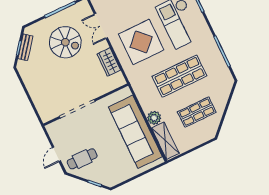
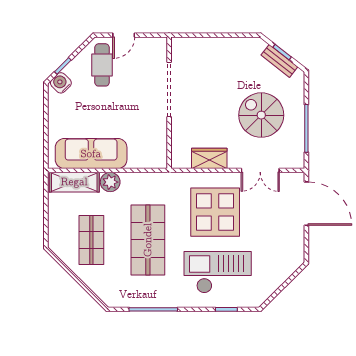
double door: (101, 26) -> (260, 170), swing flipped
spiral stairs: (65, 42) -> (261, 115), turned 90
sofa: (135, 132) -> (91, 154), width x0.74, depth x0.79
door: (56, 154) -> (124, 35), swing flipped
water cooler: (106, 180) -> (61, 83), added

